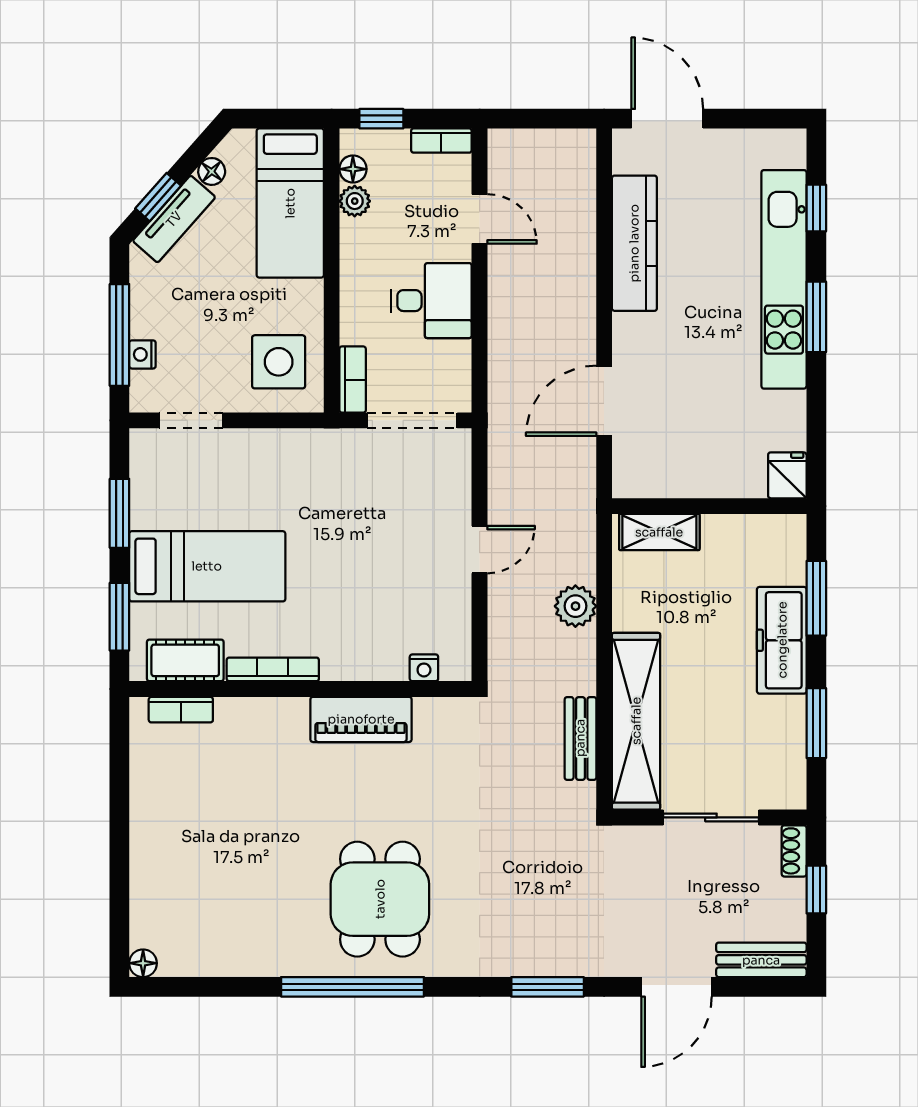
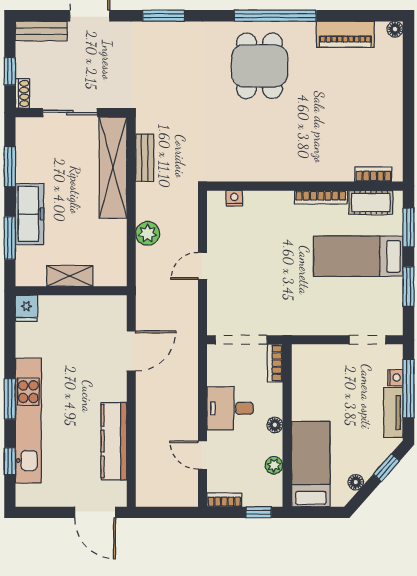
floor lamp: (353, 169) -> (275, 425), moved
tv unit: (174, 219) -> (393, 412), moved, turned -41
side table: (279, 362) -> (317, 373), removed
shelving: (659, 532) -> (70, 276), moved
piano: (361, 719) -> (345, 34), moved, turned 180

